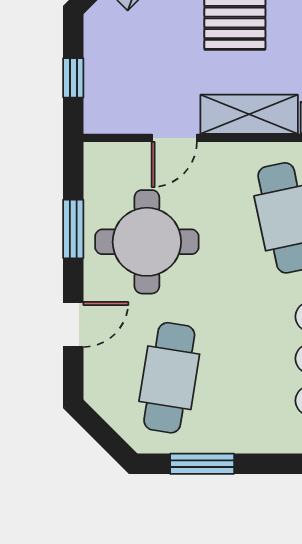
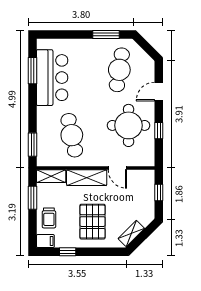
door: (174, 138) -> (117, 168), swing flipped
window: (73, 229) -> (159, 131), width x0.67

